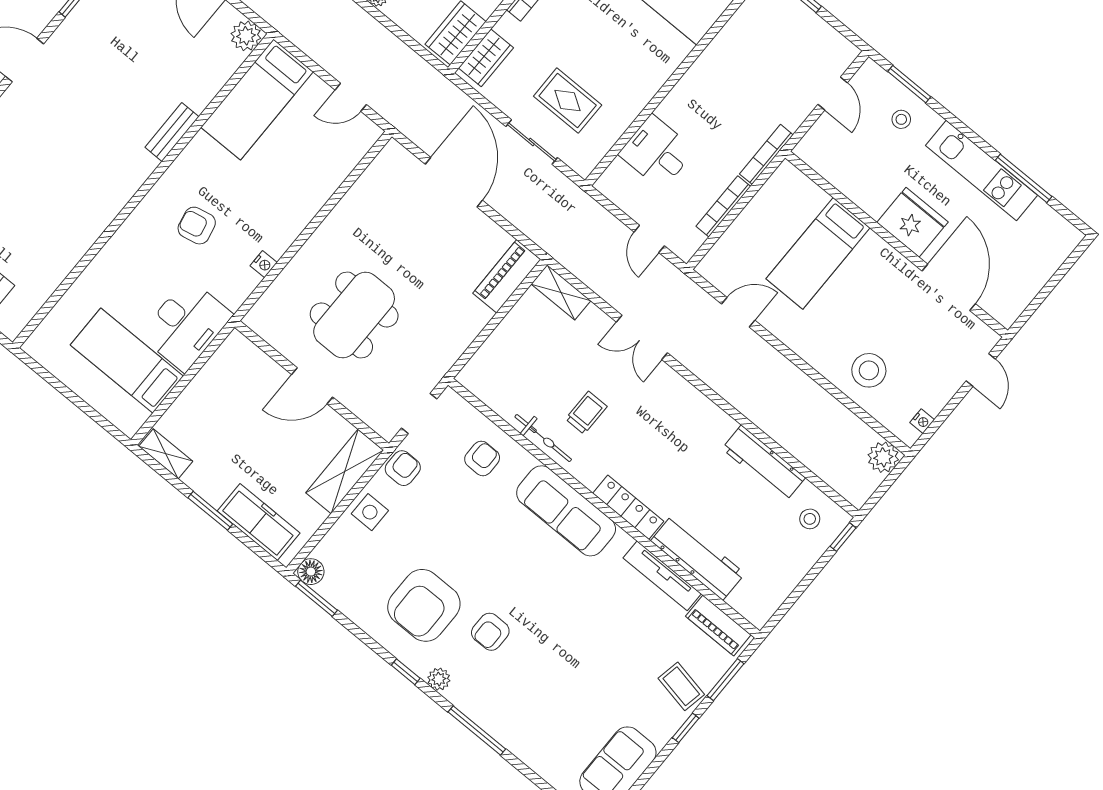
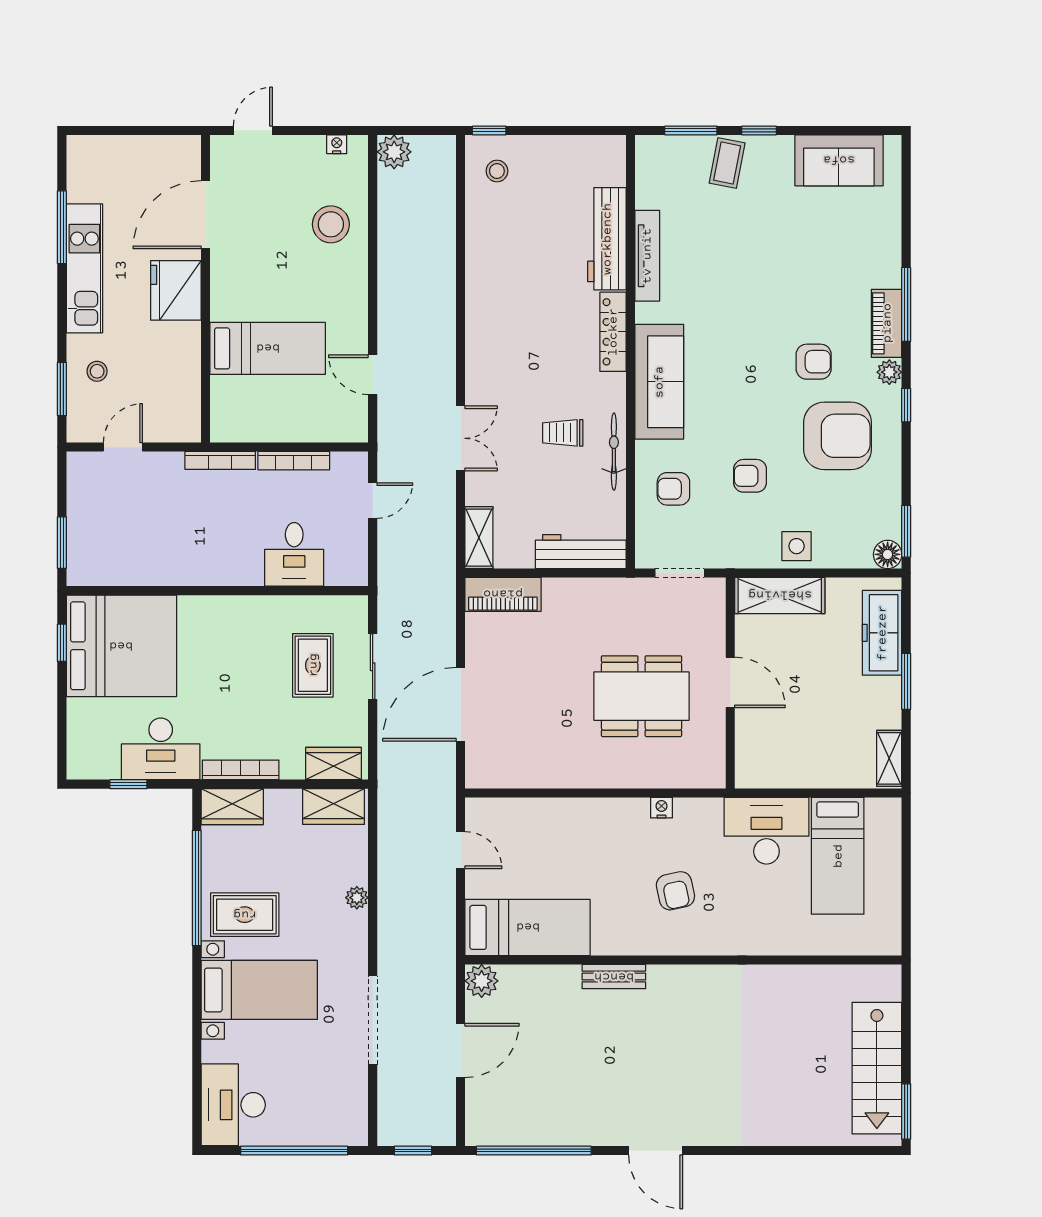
workbench: (764, 463) -> (581, 552), moved, turned -90
armchair: (403, 468) -> (750, 476), moved
piano: (718, 626) -> (887, 323), moved, turned 180

